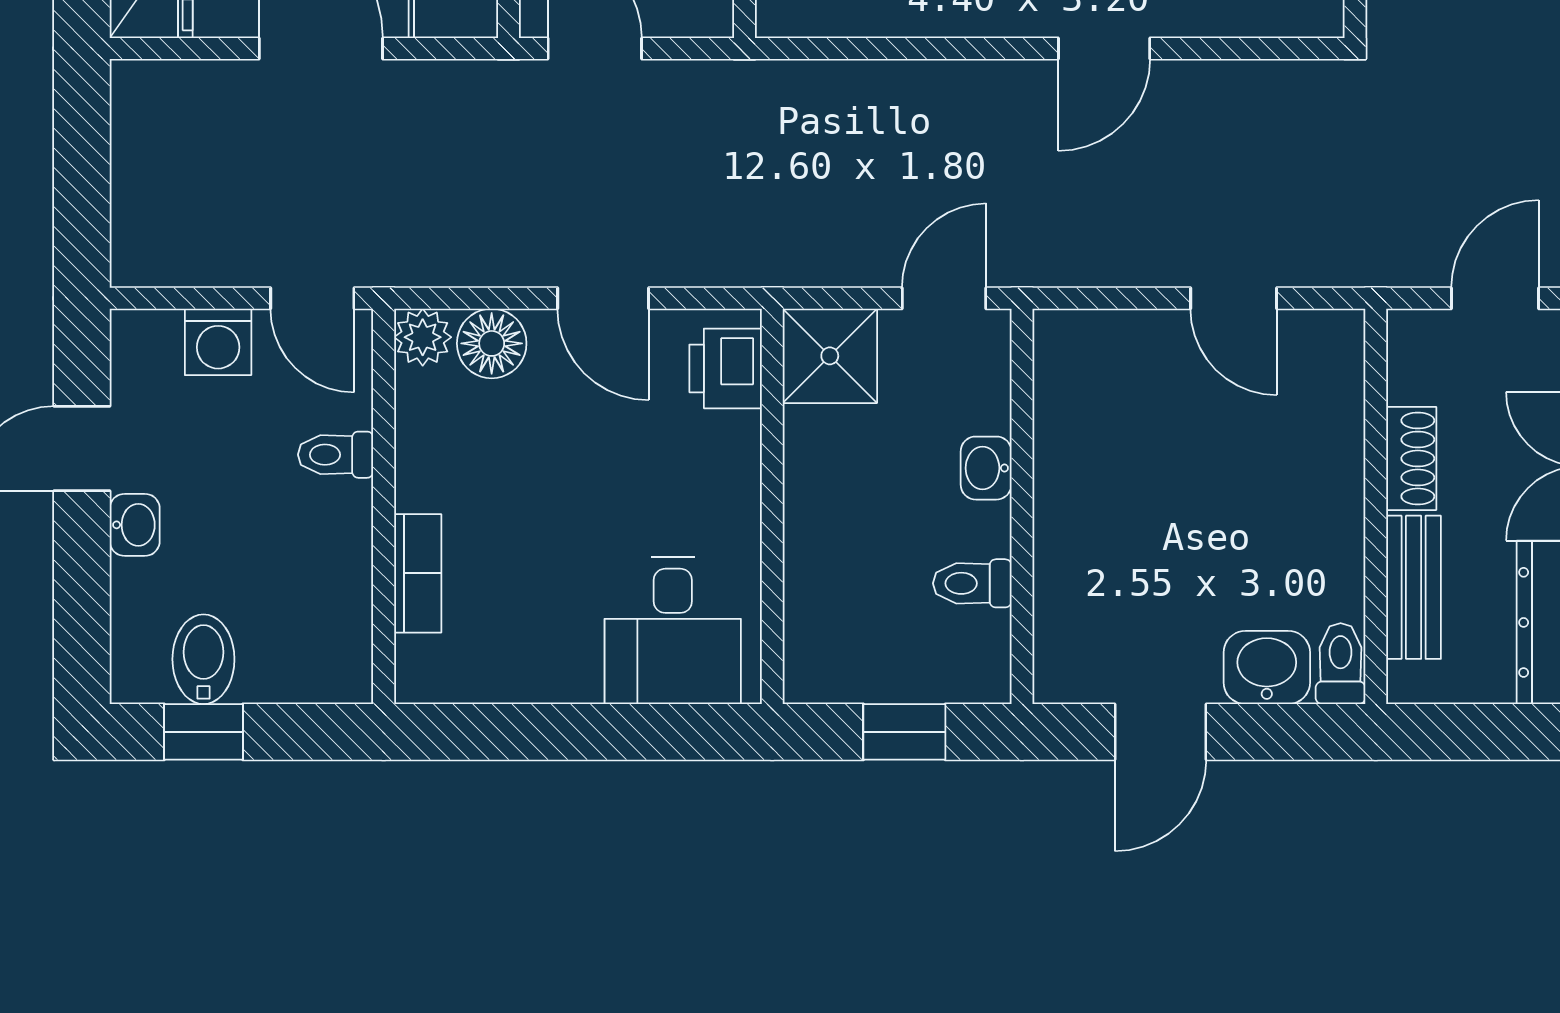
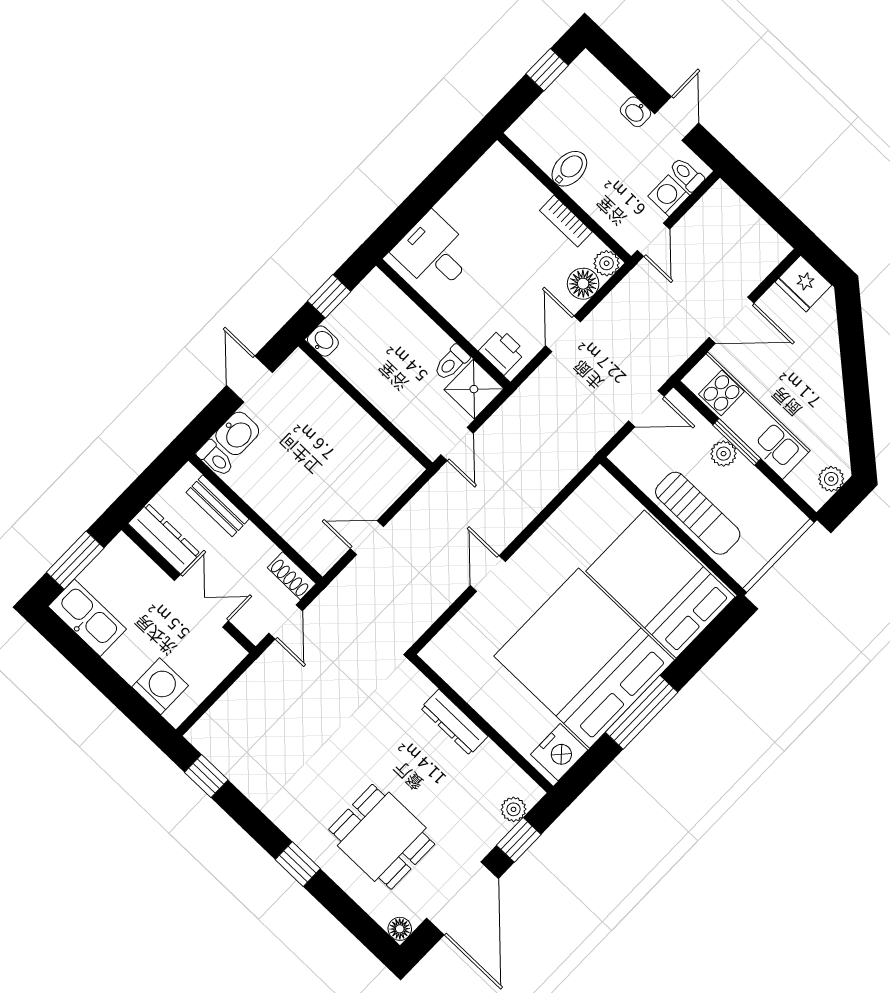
door: (312, 298) -> (653, 240), swing flipped
door: (603, 298) -> (563, 334), hinge flipped
toilet: (336, 455) -> (687, 174), moved, turned -90
shoe rack: (1411, 458) -> (292, 576), moved
washbasin: (986, 468) -> (323, 341), moved
bookcase: (418, 573) -> (566, 221), moved
toilet: (972, 583) -> (451, 363), moved, turned 180
bidet: (203, 659) -> (569, 169), moved, turned -90

